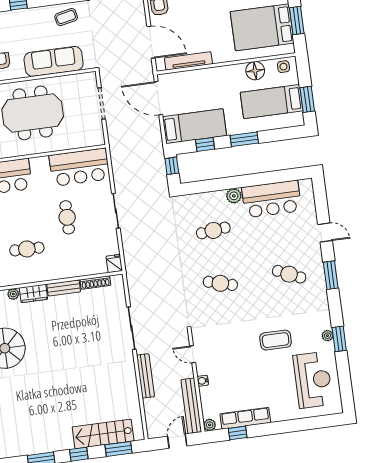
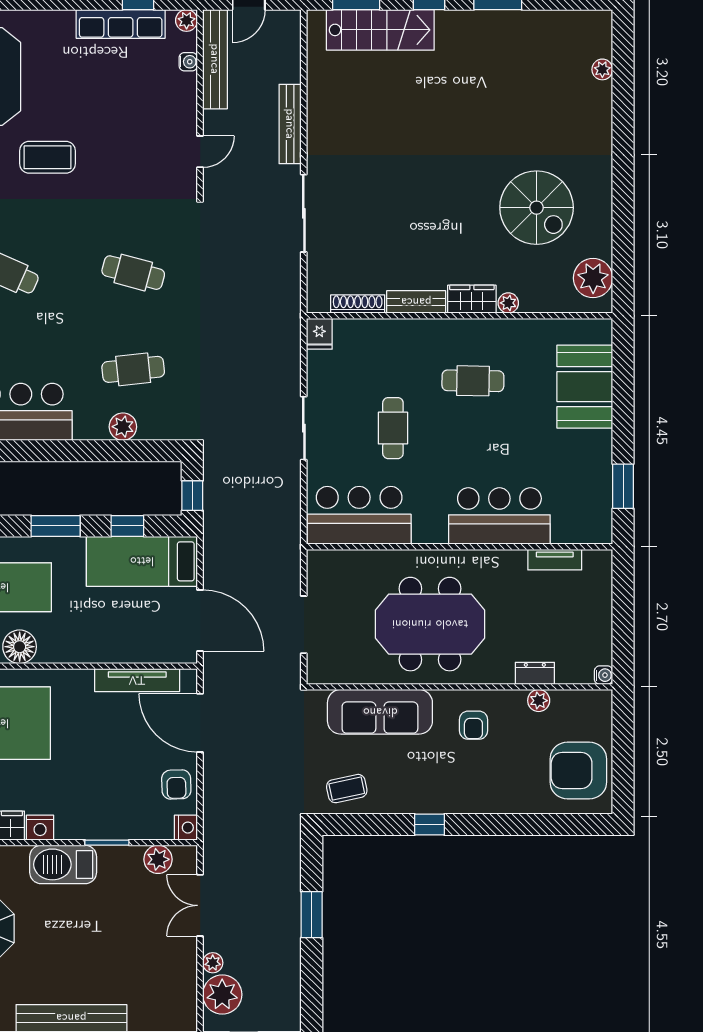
plant: (234, 196) -> (123, 427), moved
door: (193, 354) -> (200, 152), hinge flipped
water cooler: (203, 381) -> (188, 62), moved

